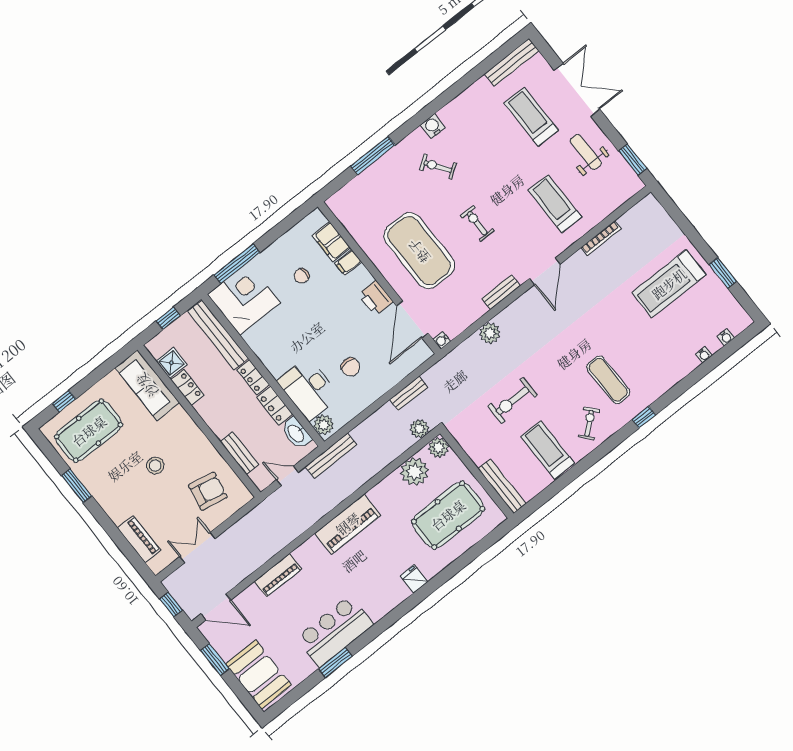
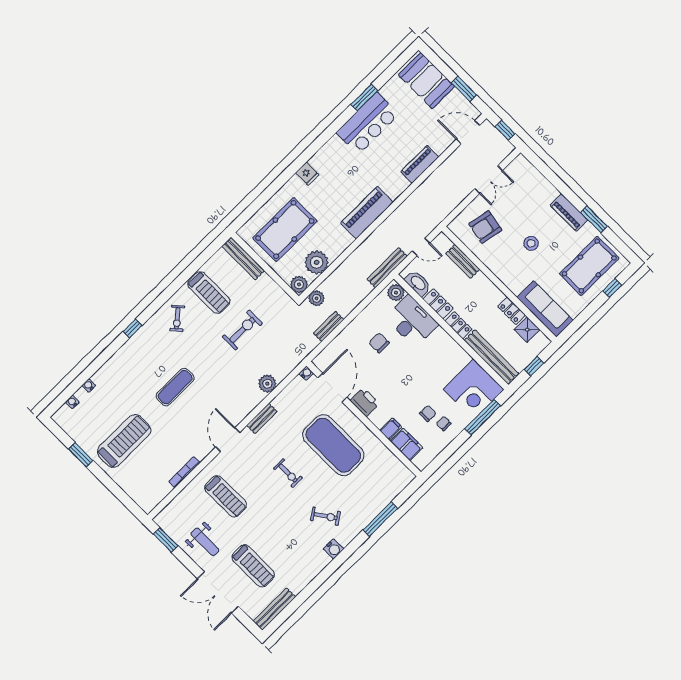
chair: (284, 262) -> (444, 424), added
exercise mat: (608, 380) -> (175, 387), moved, turned 90
piano: (139, 539) -> (569, 213), moved

